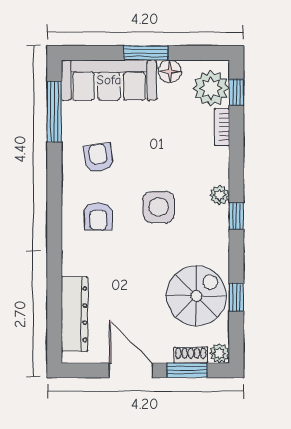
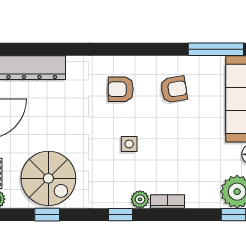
bookcase: (222, 127) -> (167, 202), moved
side table: (159, 207) -> (129, 144), width x0.54, depth x0.54

